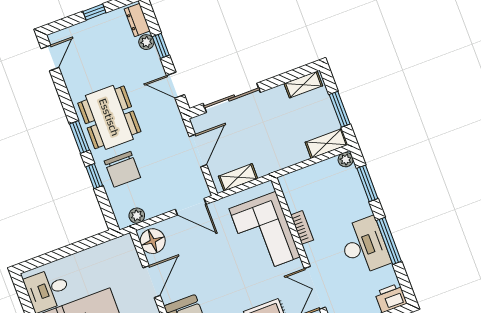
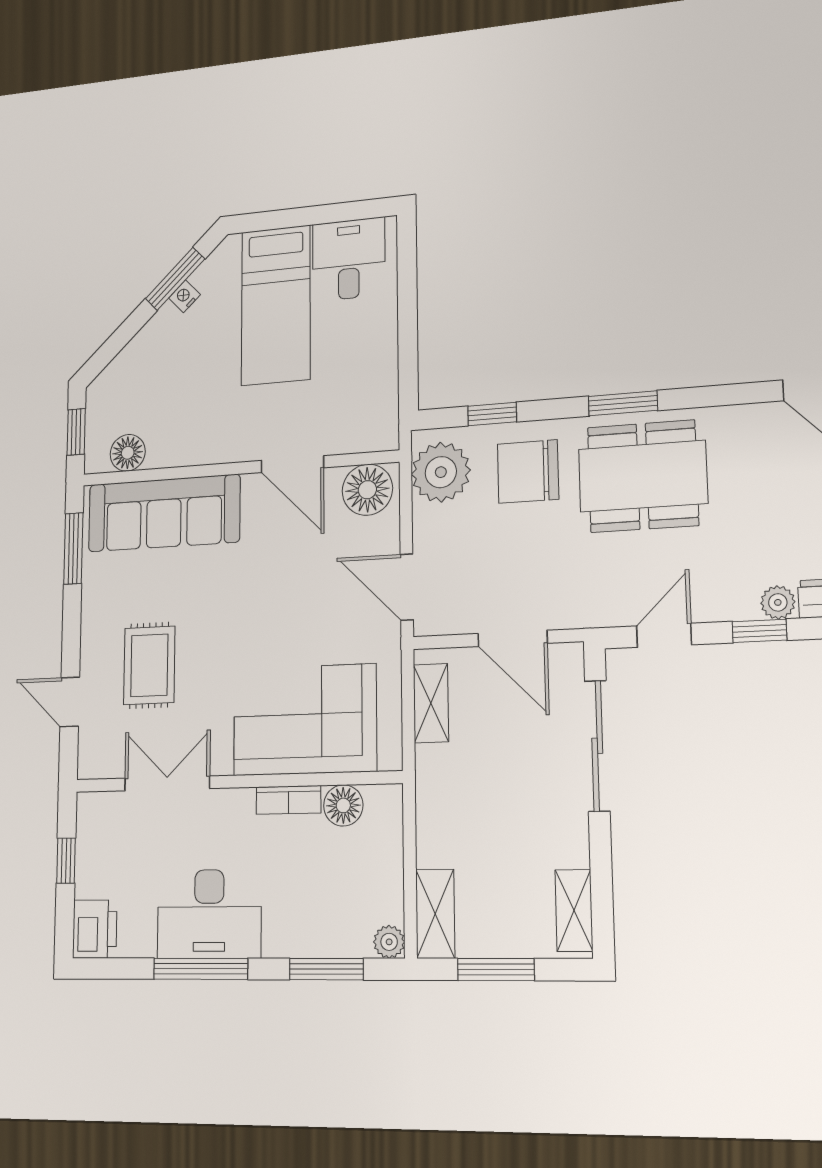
window: (94, 176) -> (492, 414), moved
floor lamp: (296, 201) -> (343, 805), added
door: (191, 207) -> (407, 587), hinge flipped
plant: (137, 216) -> (441, 472), width x1.87, depth x1.87

